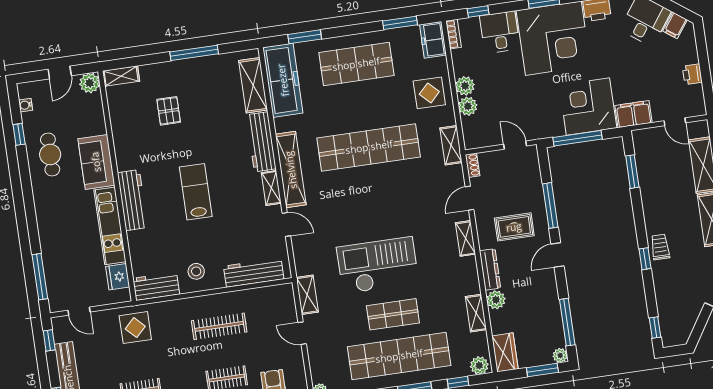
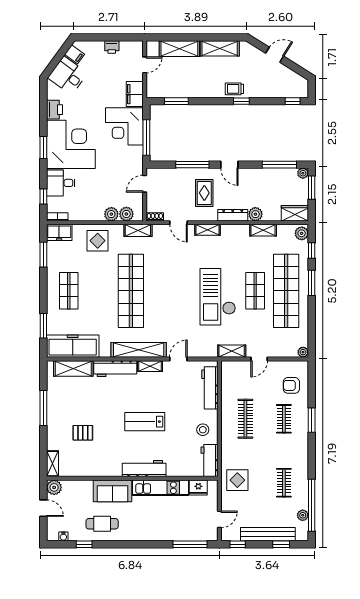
shop shelf: (356, 64) -> (69, 291), width x0.70, depth x0.74
plant: (465, 86) -> (126, 214), moved

